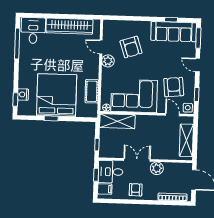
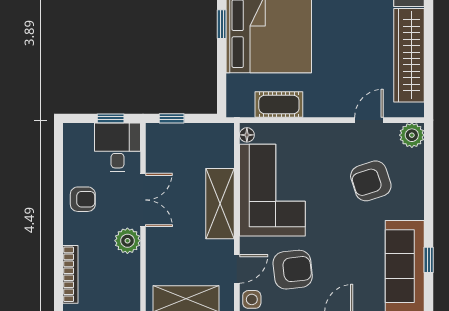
plant: (108, 61) -> (412, 135), moved
shelving: (117, 121) -> (220, 204), moved
filing cabinet: (105, 189) -> (82, 137), removed

